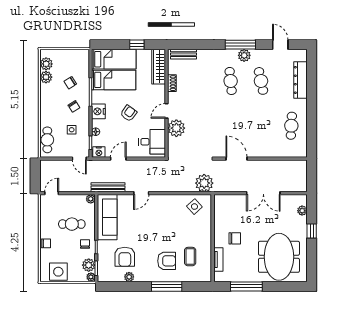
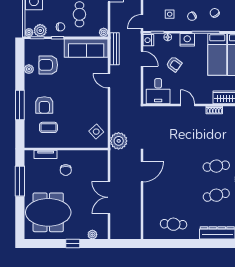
armchair: (129, 113) -> (174, 64), moved
plant: (176, 128) -> (171, 114), removed

